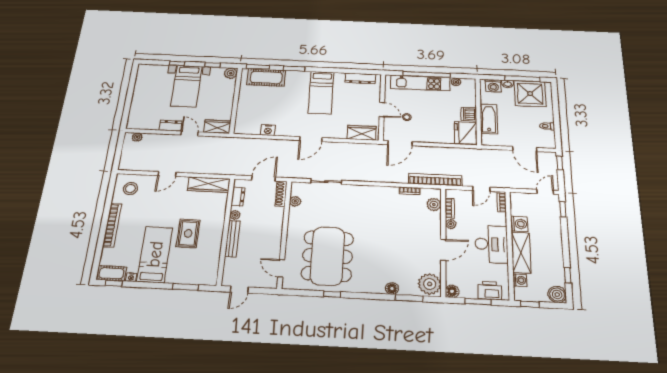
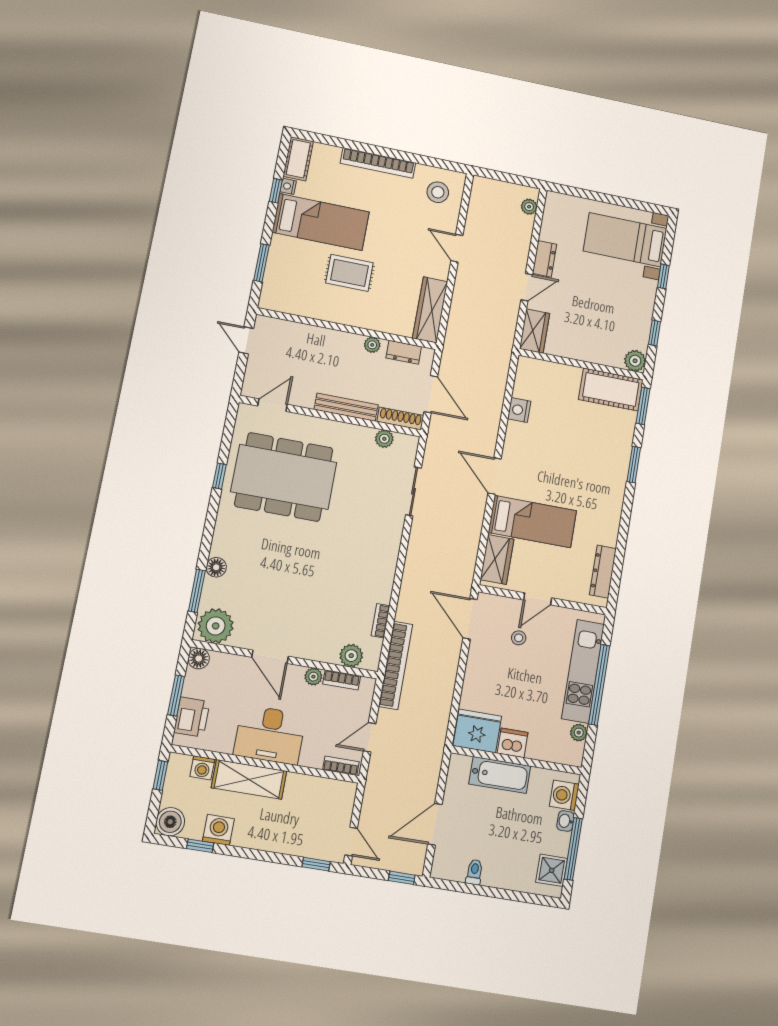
cot: (266, 77) -> (611, 390), moved, turned 90
bed with nightstands: (187, 86) -> (625, 240), moved
bed: (321, 93) -> (532, 522), moved, turned 180
shower: (530, 94) -> (552, 870), width x0.54, depth x0.54
door: (481, 189) -> (370, 737), hinge flipped
washing machine: (519, 224) -> (218, 830), moved, turned 180
bench: (232, 239) -> (346, 407), moved
window: (114, 283) -> (276, 191), moved

